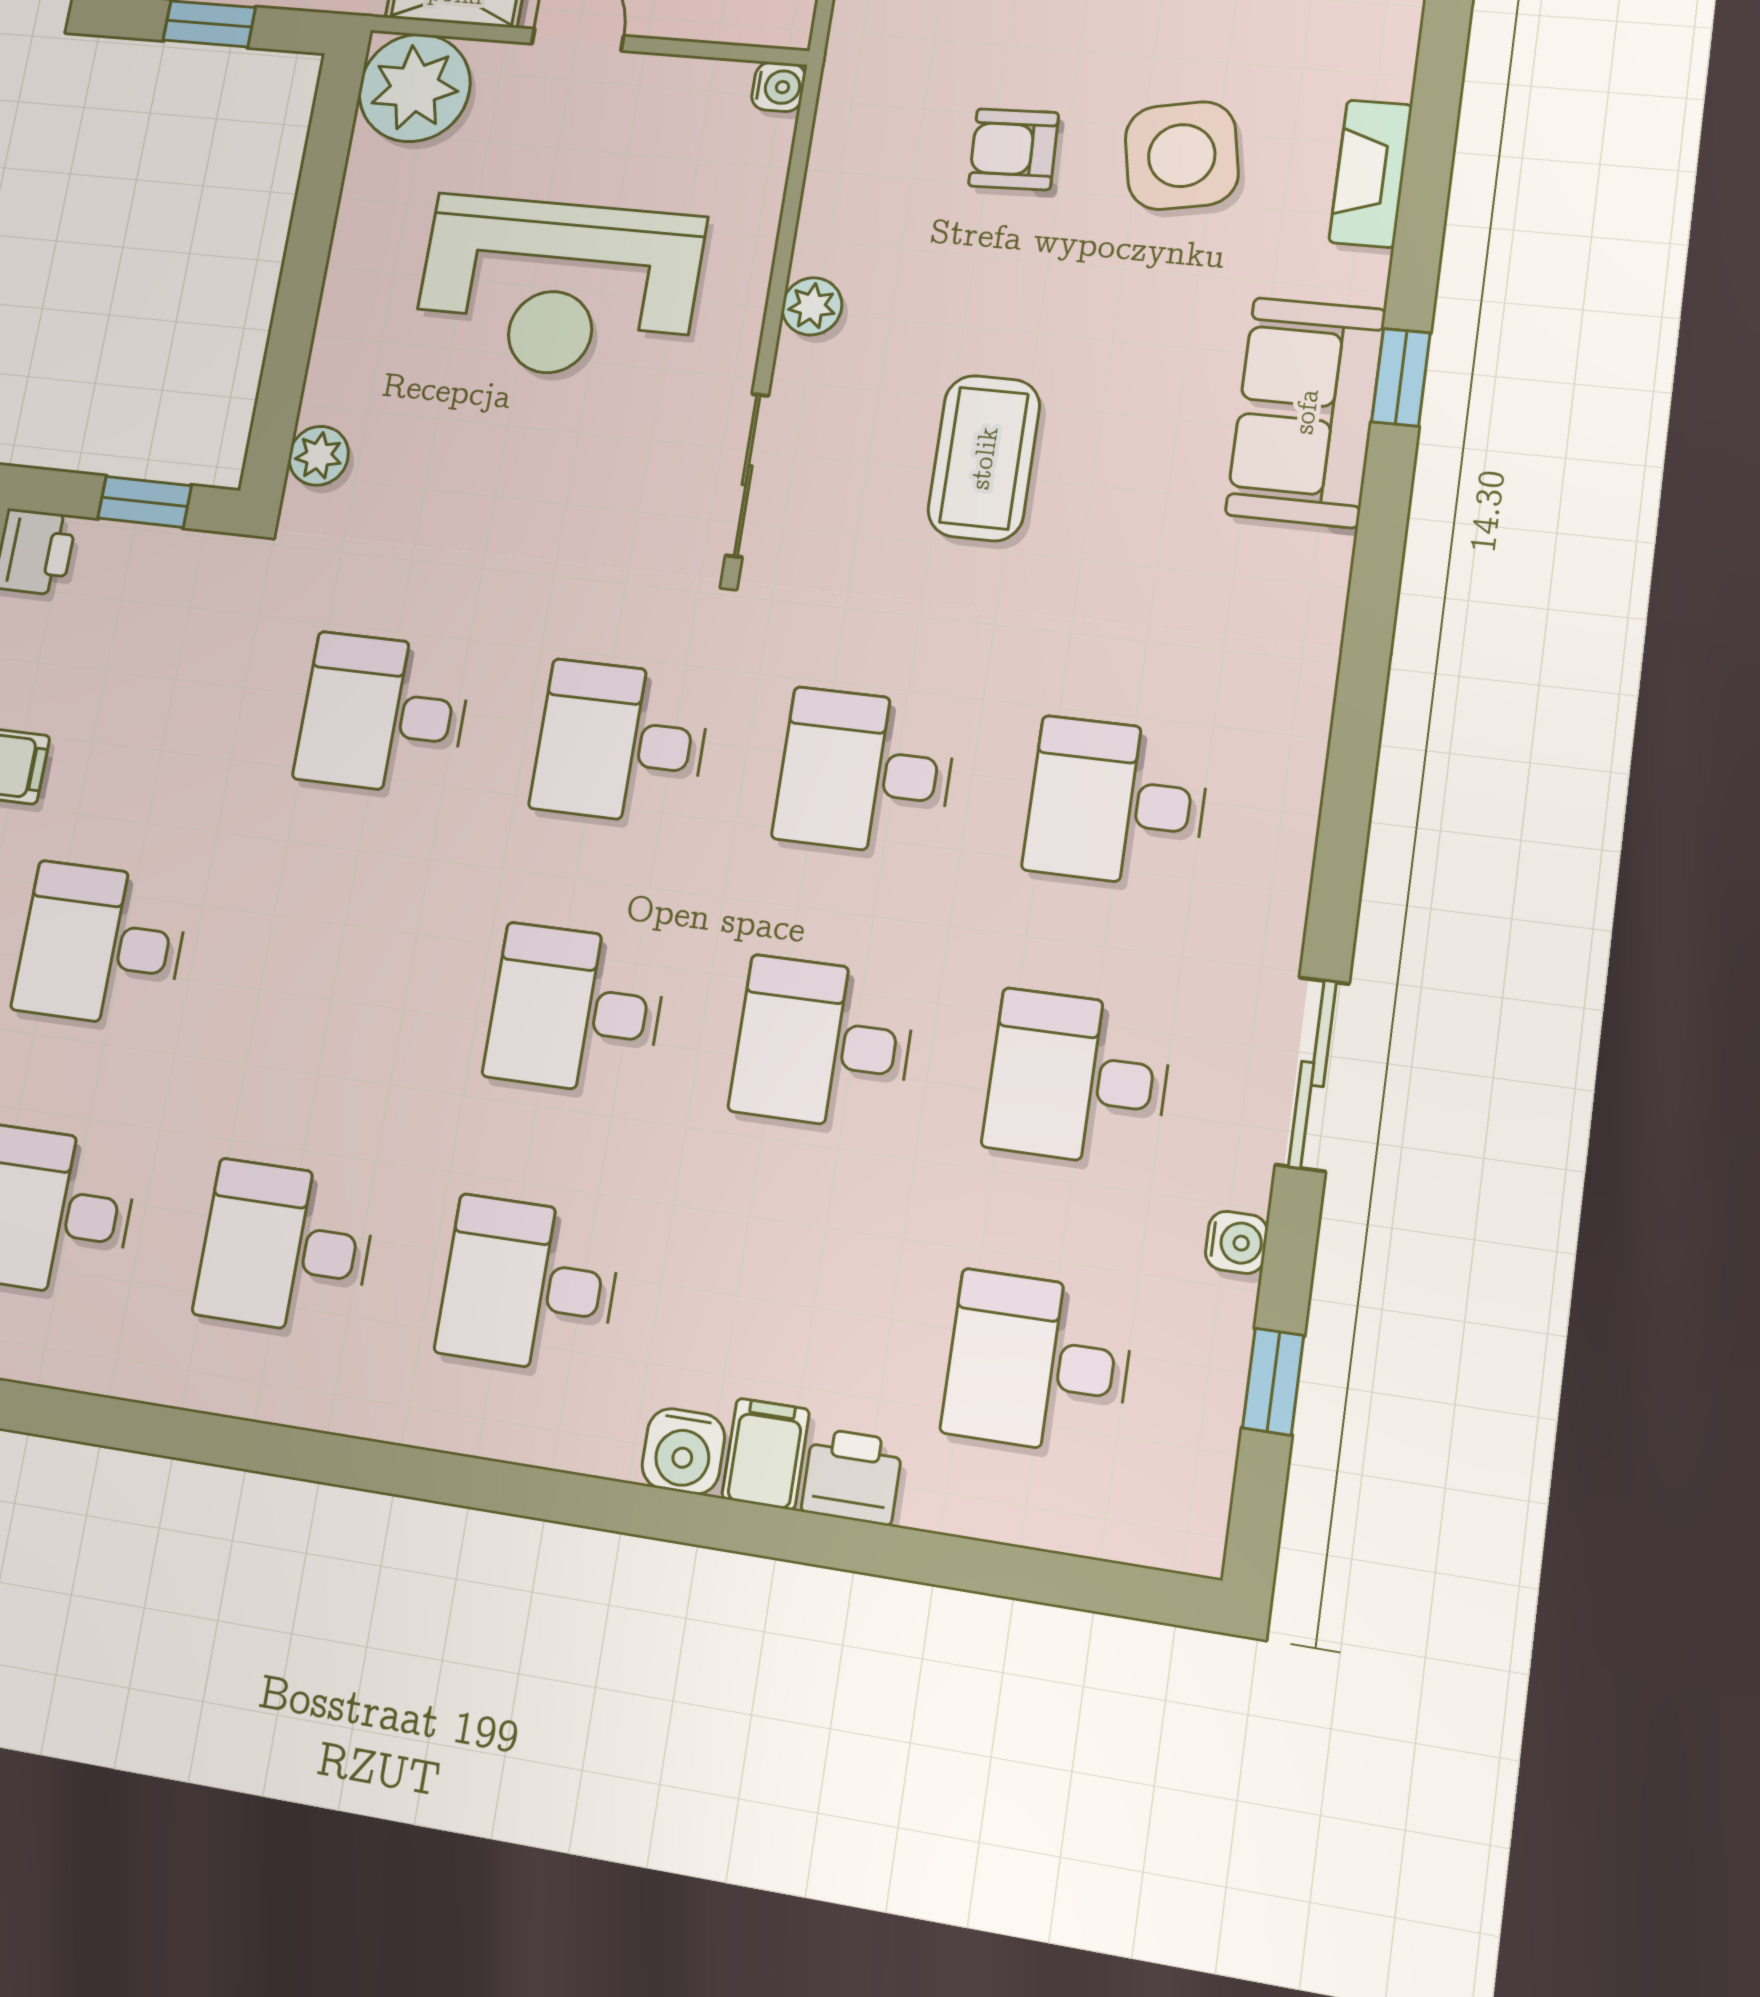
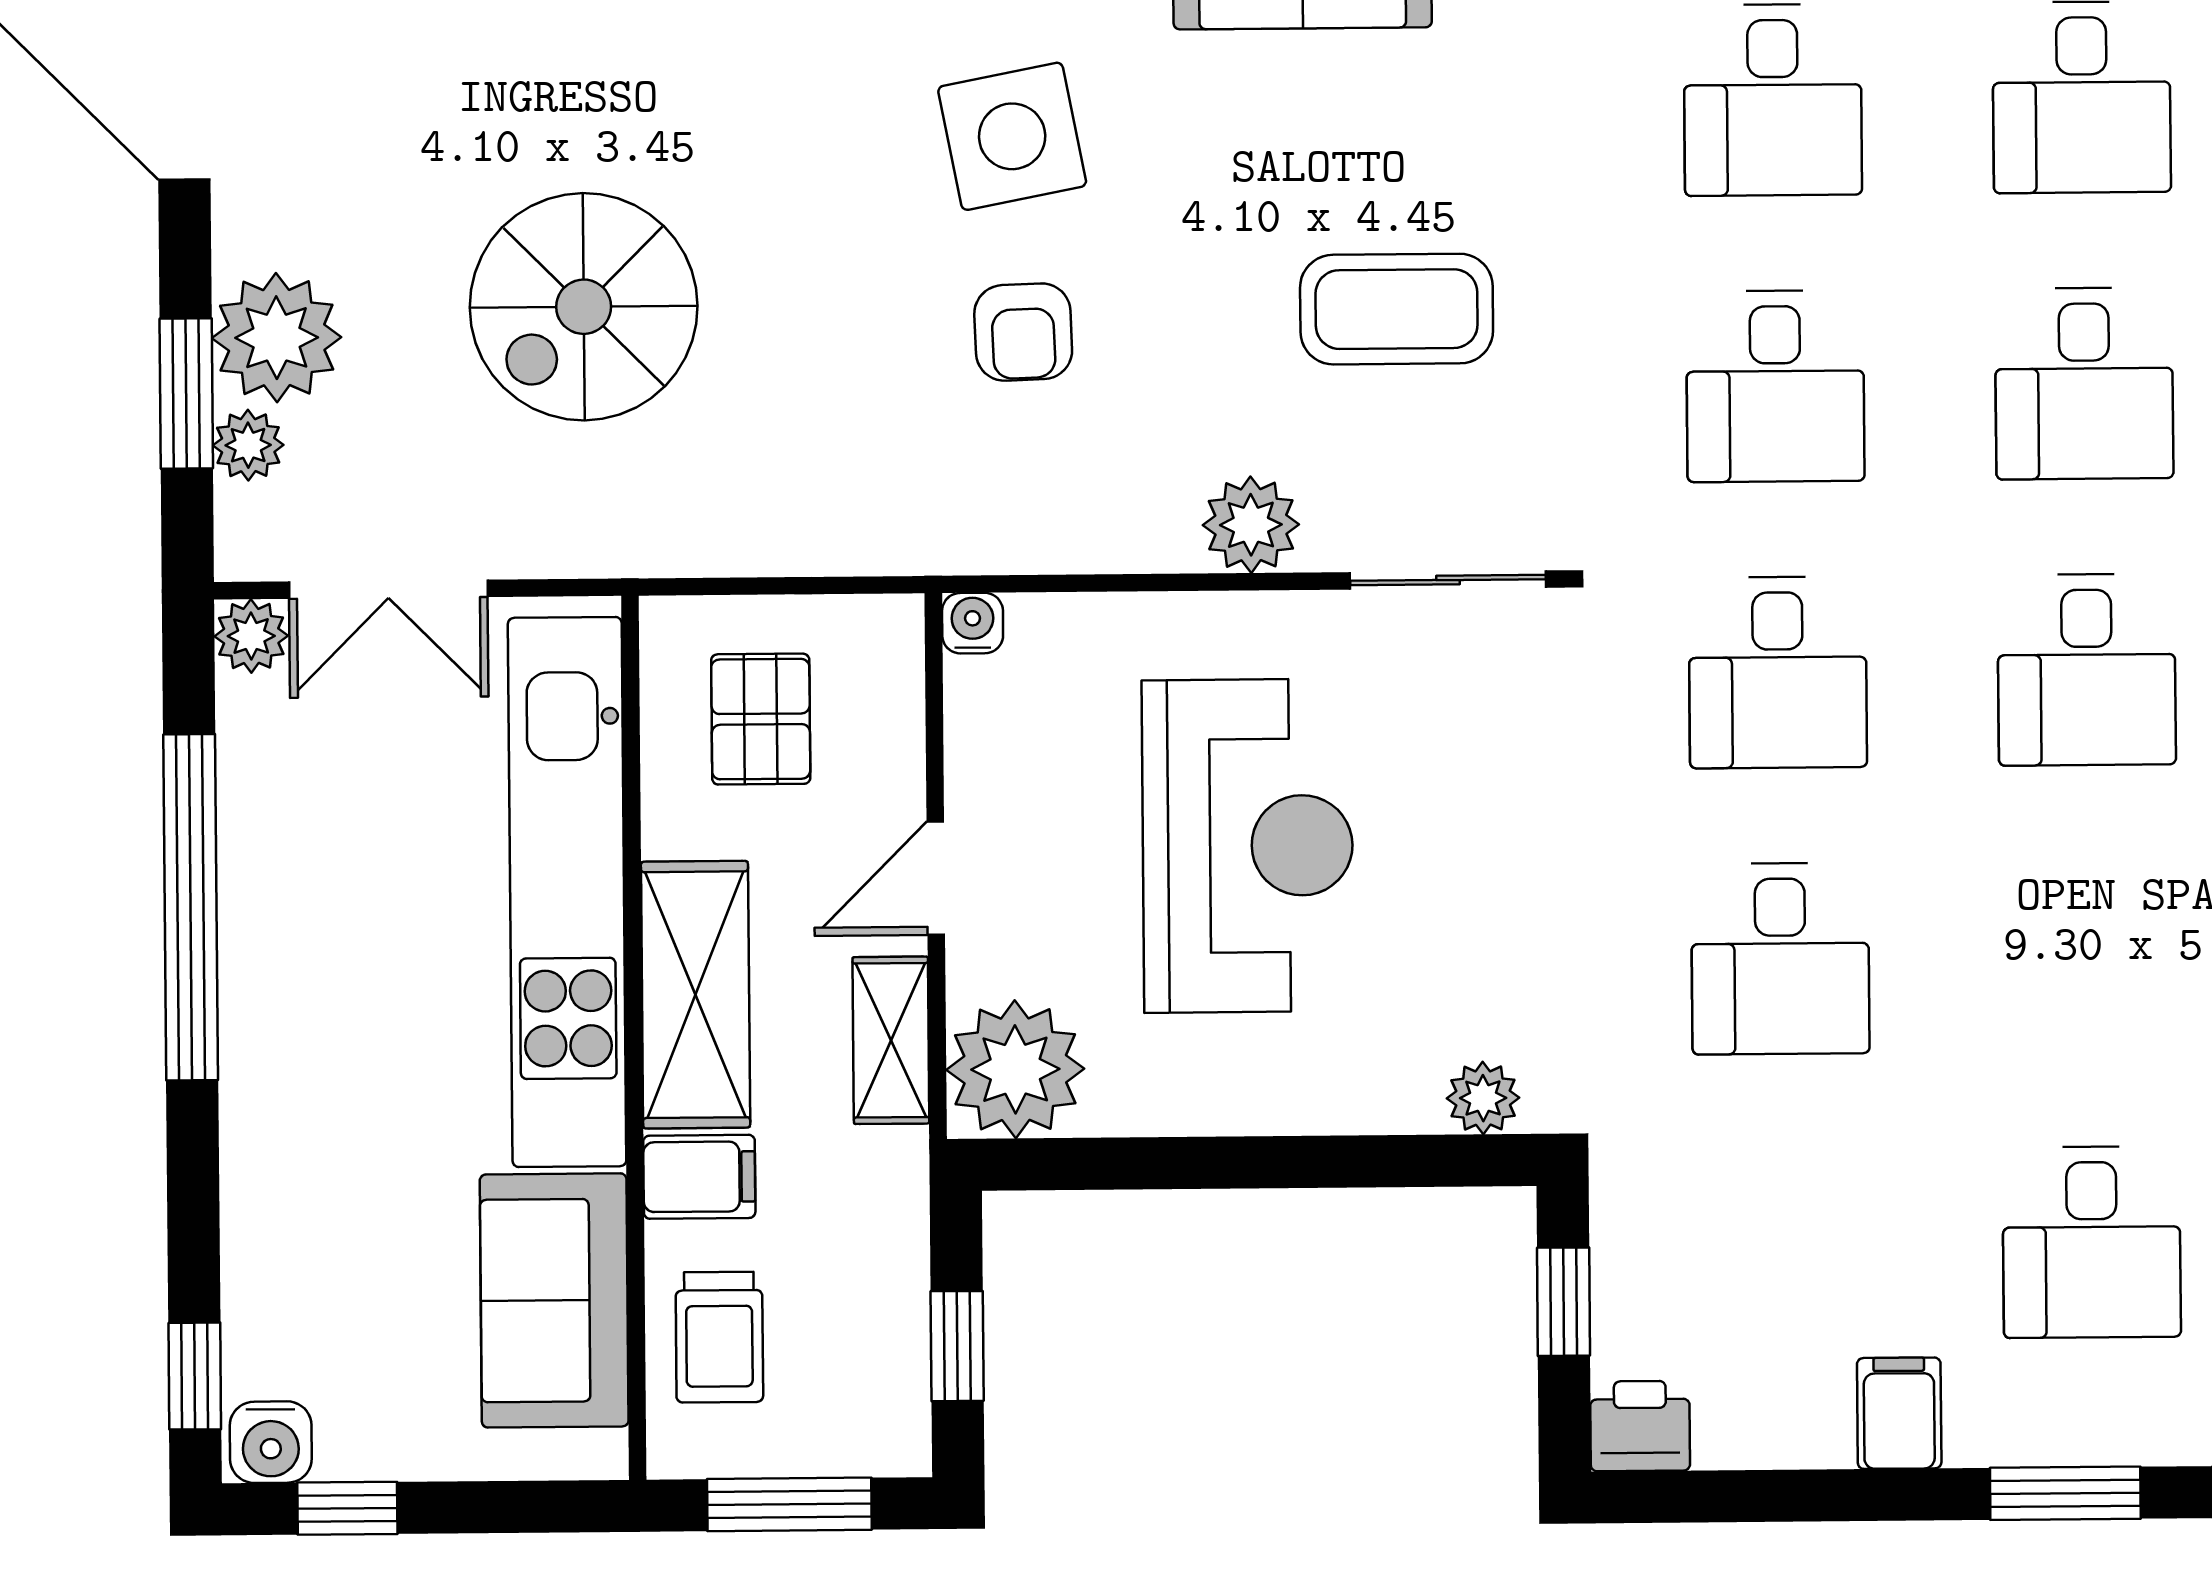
plant: (812, 306) -> (1251, 525), width x1.38, depth x1.38

